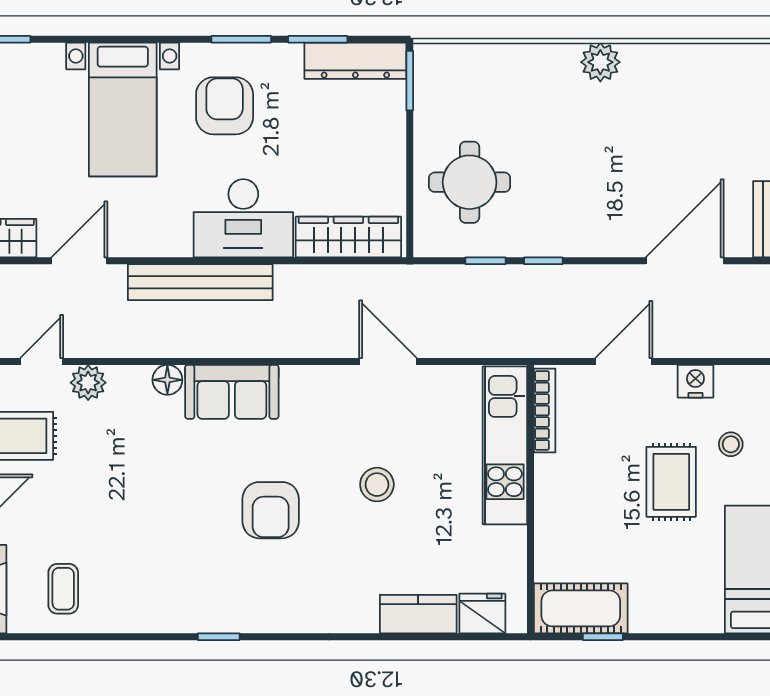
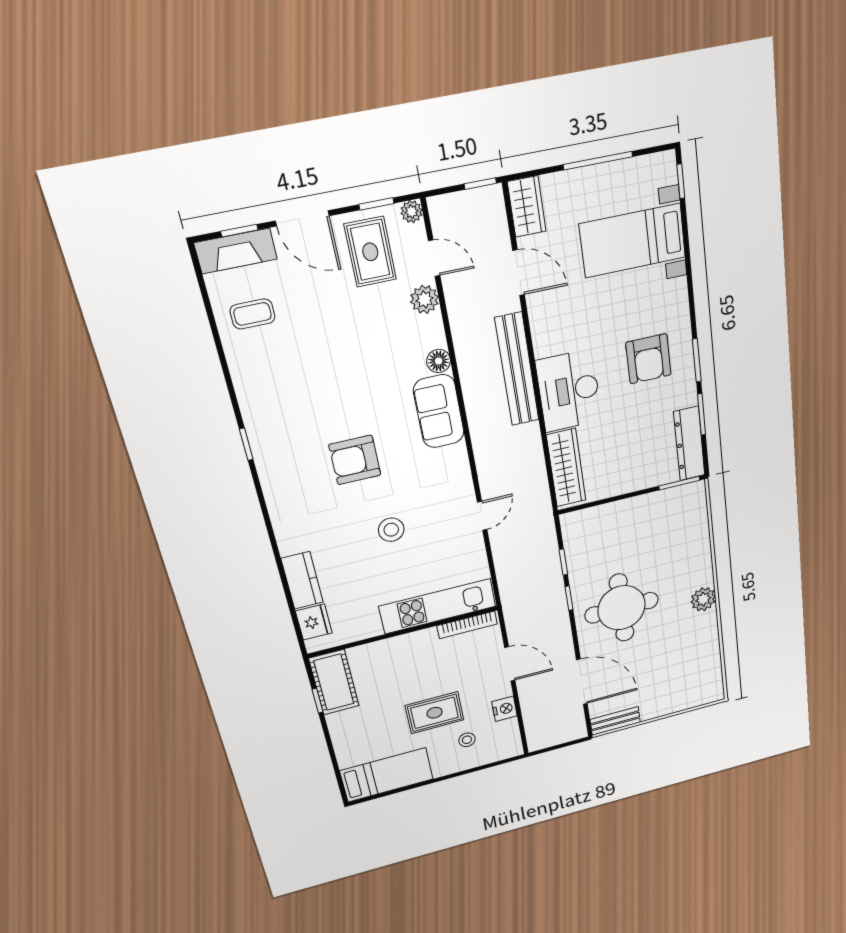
armchair: (225, 106) -> (648, 359), turned 90
bed with nightstands: (123, 109) -> (633, 241), moved
round table: (470, 182) -> (622, 608), moved, width x1.36, depth x1.36
door: (388, 361) -> (482, 516), width x0.73

